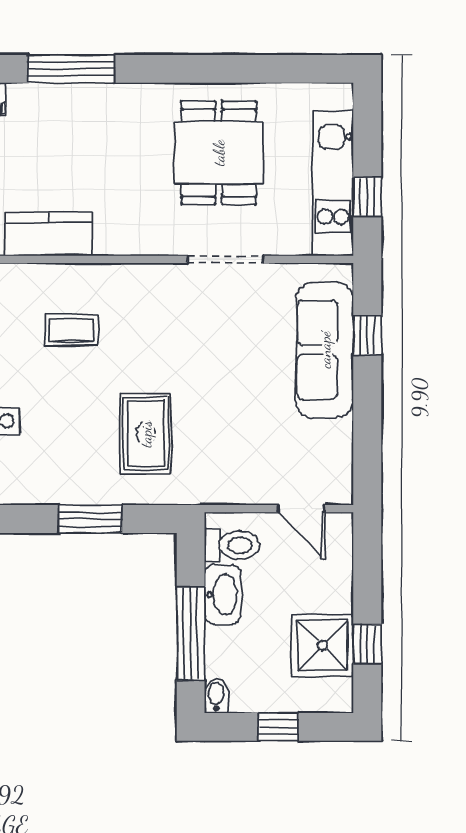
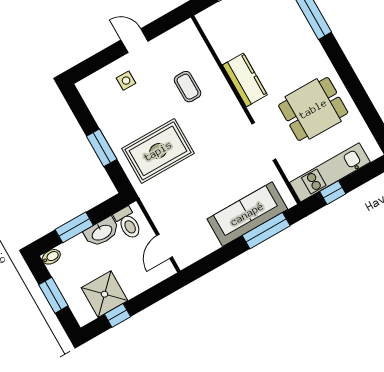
kitchen counter: (49, 234) -> (245, 80), moved
window: (367, 335) -> (266, 231), width x2.17
rug: (146, 434) -> (158, 151), width x1.36, depth x1.43
window: (191, 634) -> (74, 227), width x0.69
window: (278, 727) -> (53, 295), width x1.50

